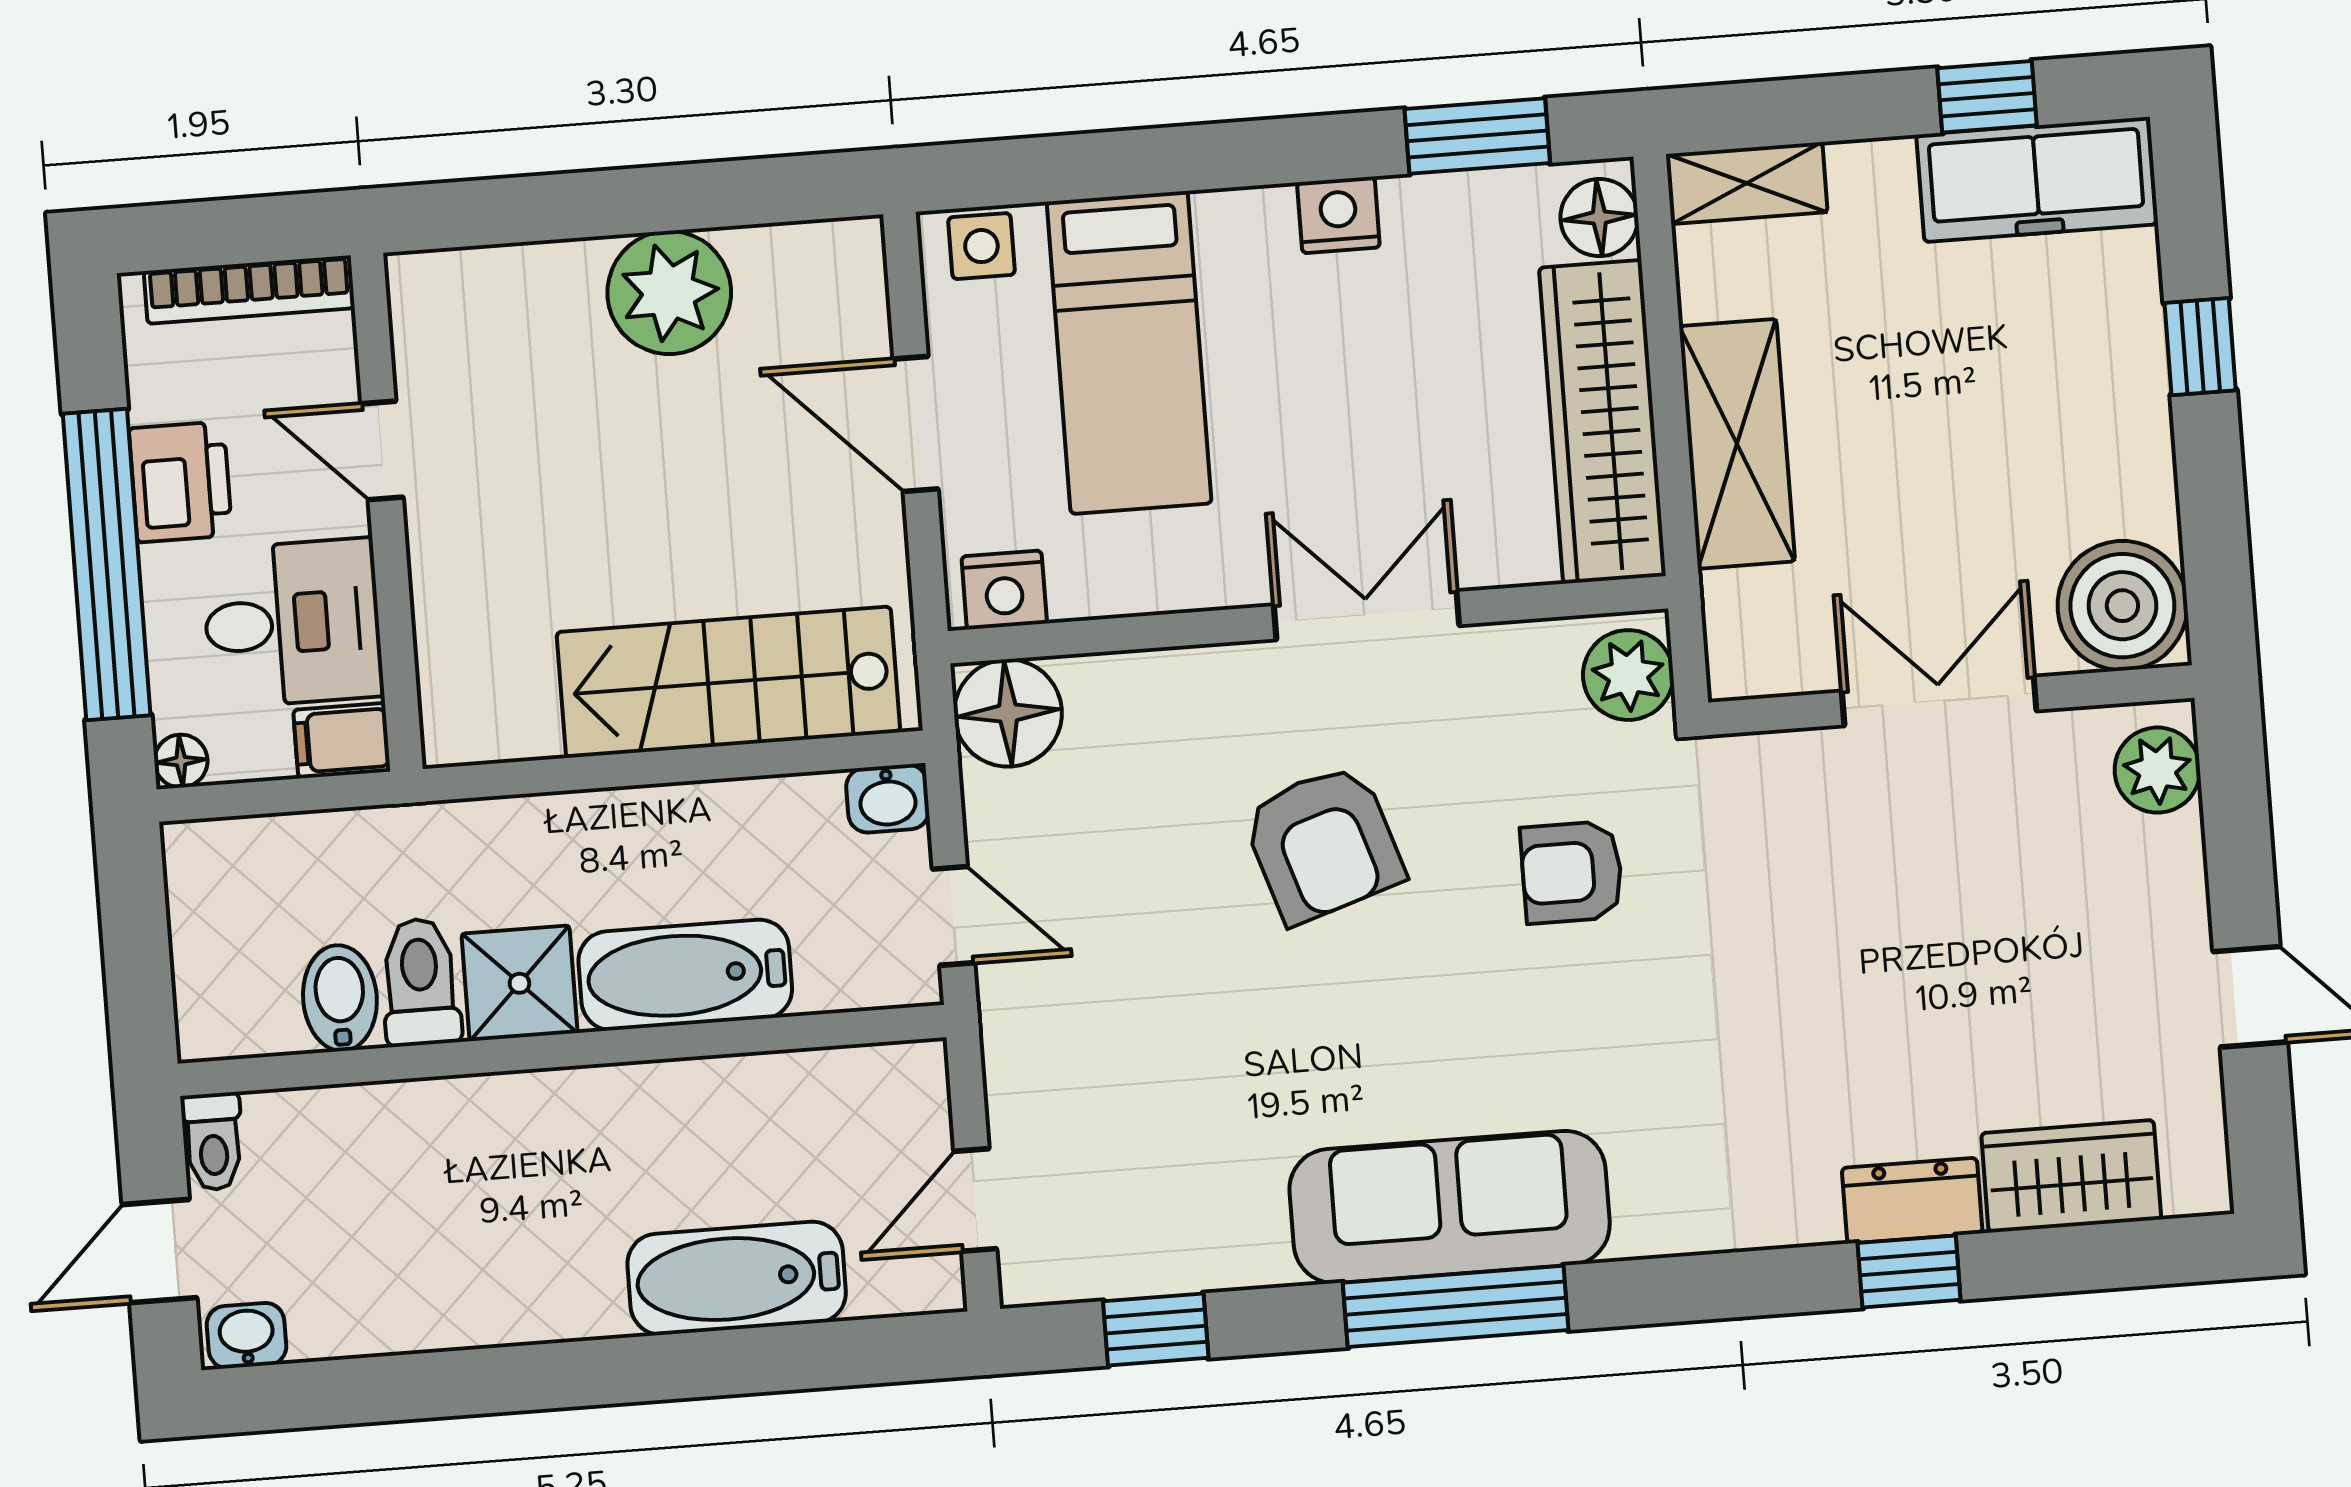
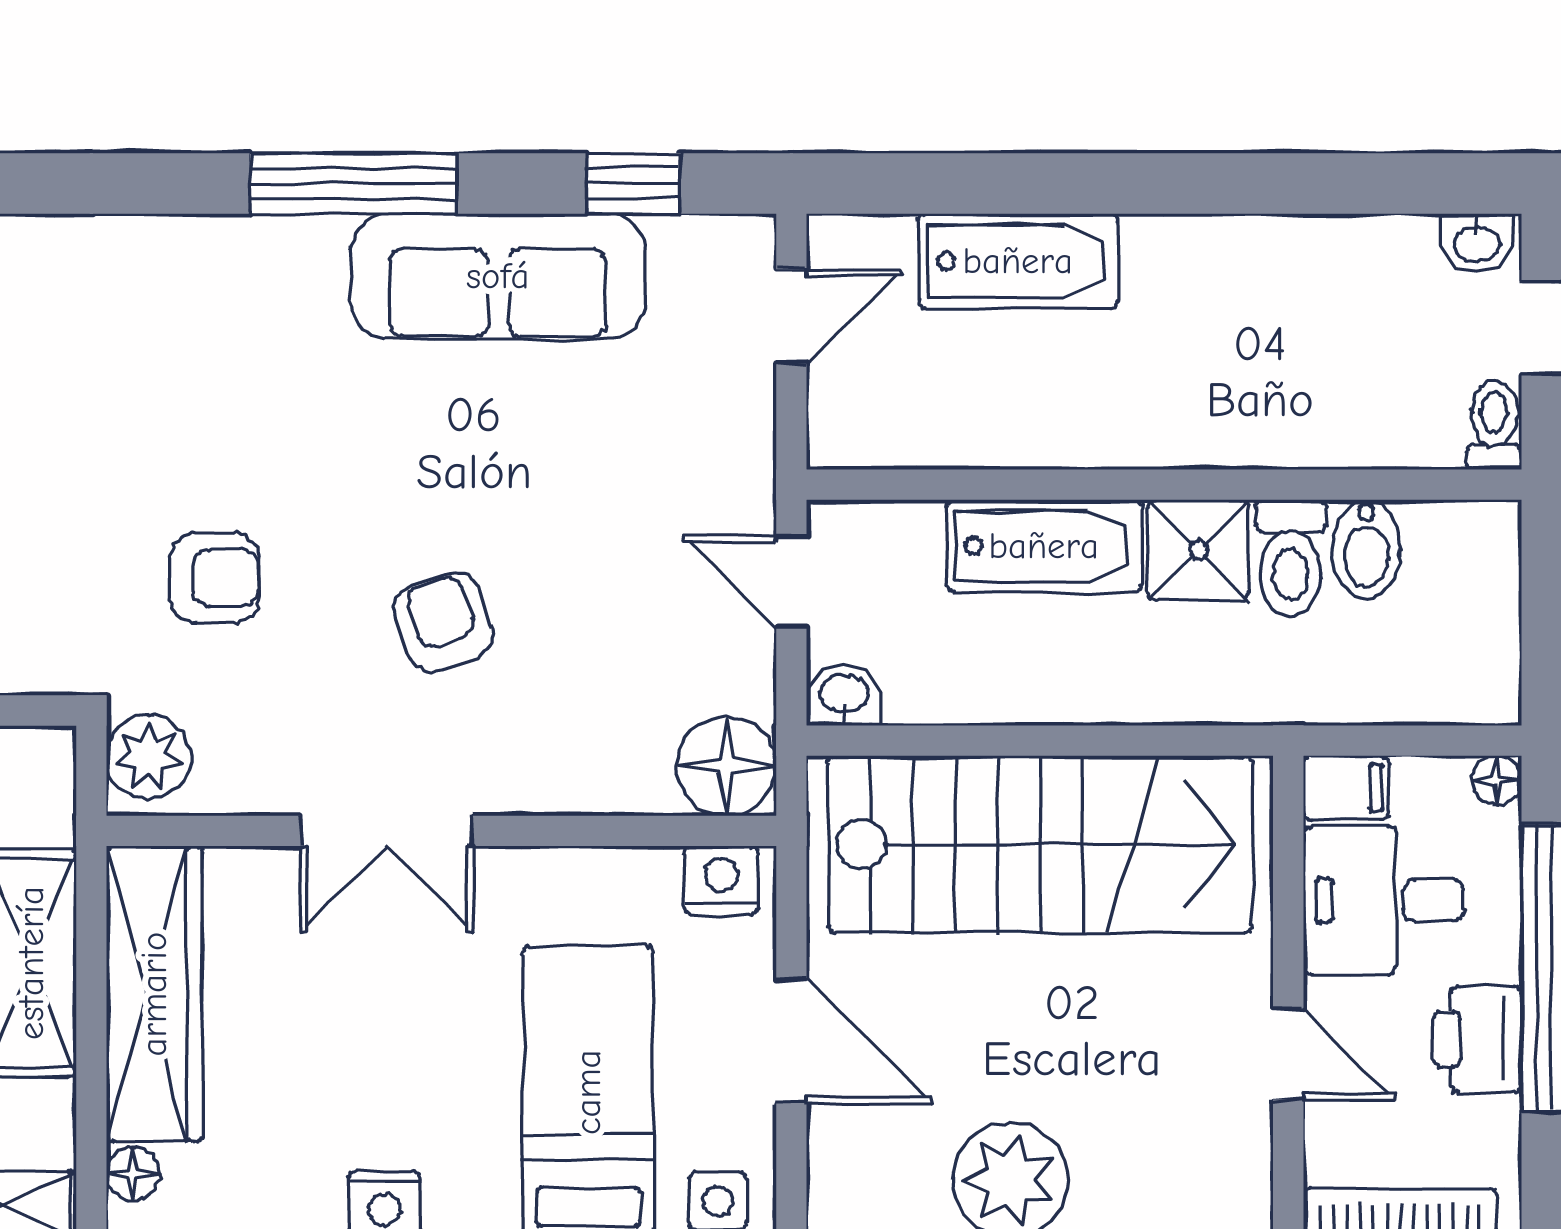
floor lamp: (1599, 218) -> (133, 1173), width x0.73, depth x0.73
stairs: (728, 682) -> (1040, 844), width x1.36, depth x1.51
armchair: (1323, 844) -> (443, 622), width x0.72, depth x0.72
sofa: (1450, 1207) -> (498, 276), moved

